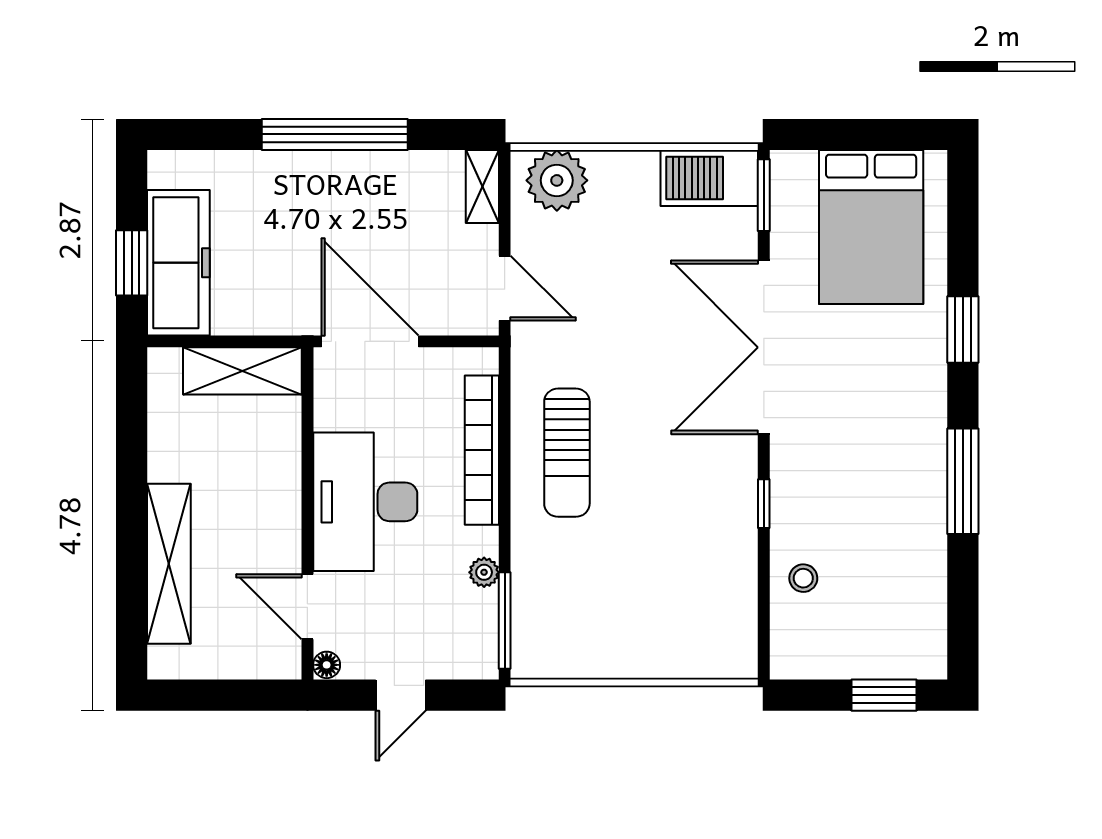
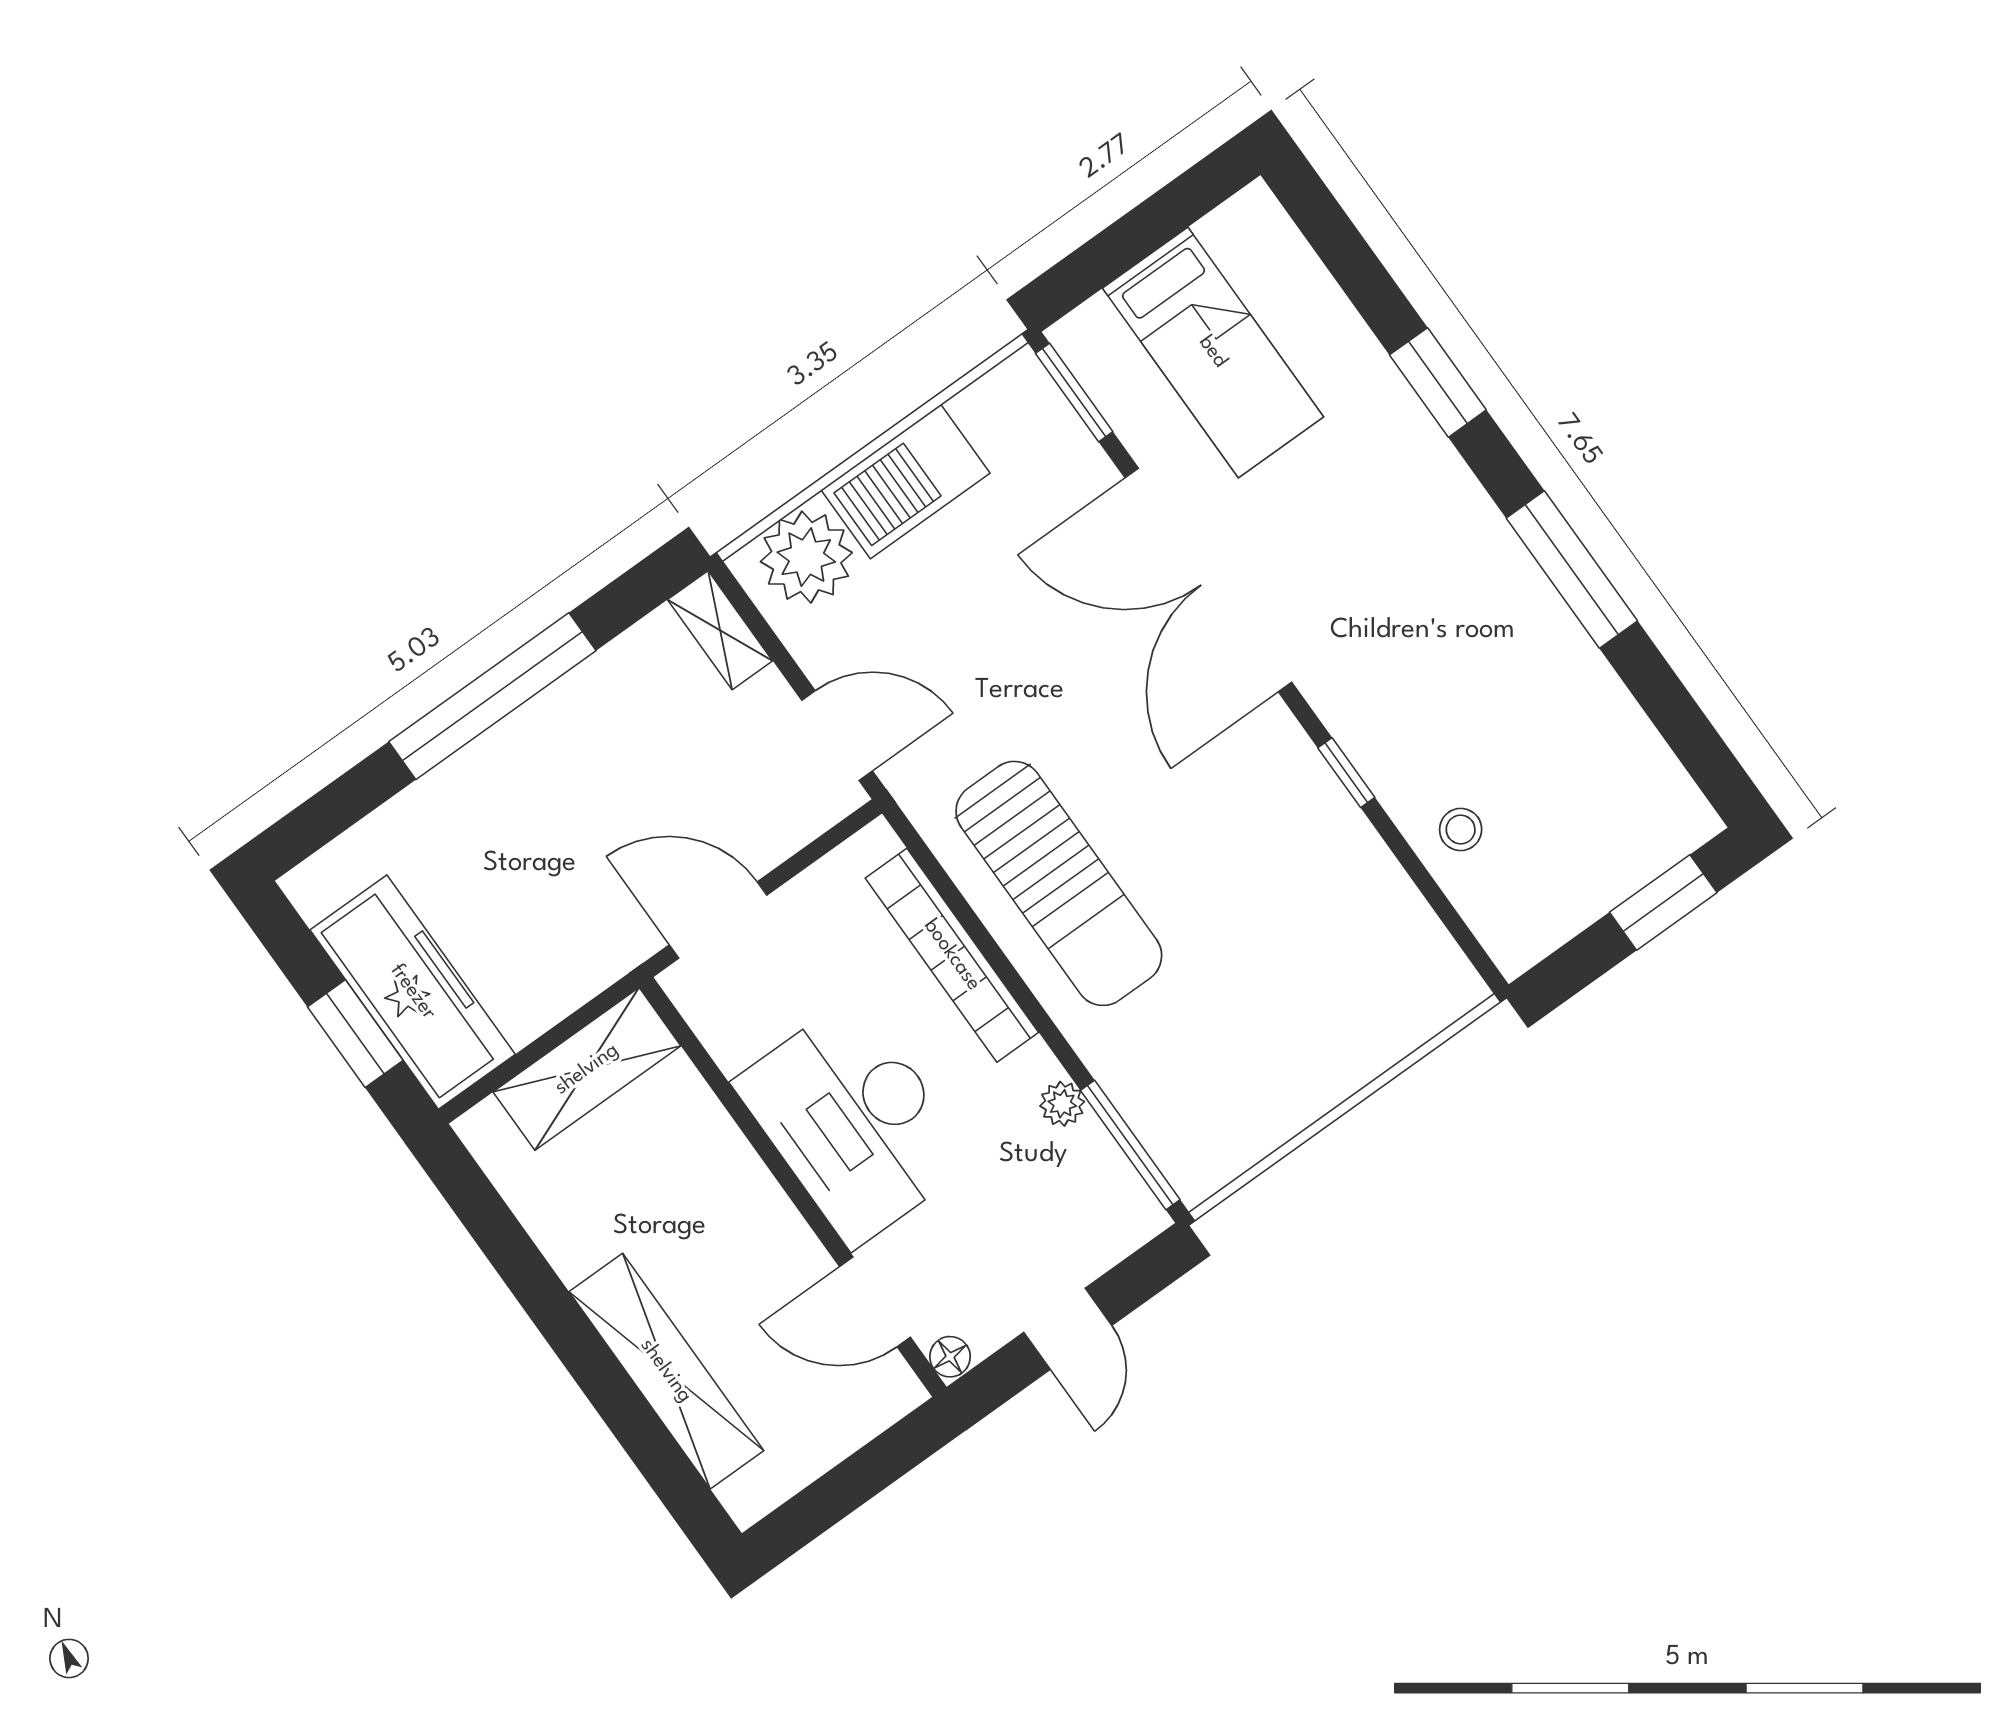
barbecue: (709, 178) -> (905, 481), moved
bed: (871, 227) -> (1213, 352), width x0.67
door: (370, 341) -> (718, 920), width x0.73
sun lounger: (567, 453) -> (1059, 883), width x1.36, depth x1.34

